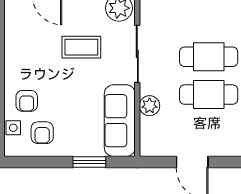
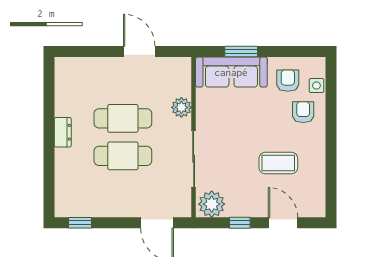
coffee table: (81, 47) -> (278, 163), moved
sofa: (120, 121) -> (231, 72), moved, turned 90

